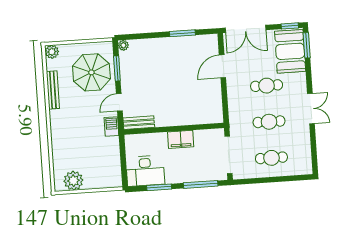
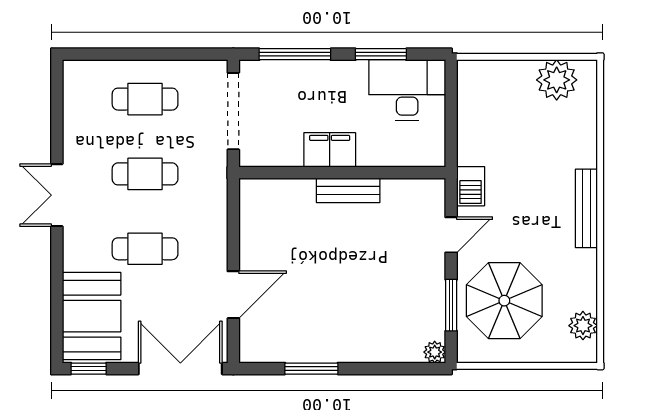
window: (307, 45) -> (57, 326), removed
plant: (52, 52) -> (583, 326), moved
bench: (53, 90) -> (586, 208), moved
bench: (139, 123) -> (348, 190), moved

